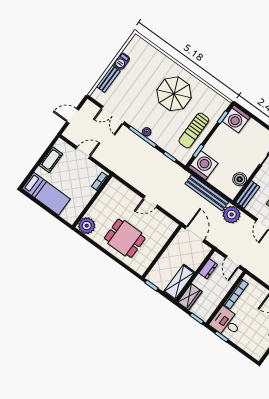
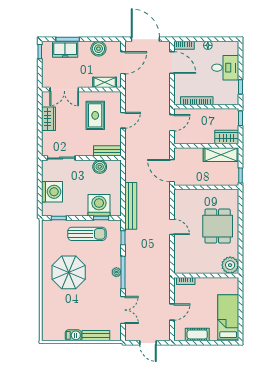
washing machine: (236, 119) -> (52, 192), moved
door: (83, 153) -> (172, 312), swing flipped
washing machine: (203, 165) -> (99, 205), moved, turned 90
bench: (207, 193) -> (131, 206), moved
plant: (232, 215) -> (134, 152), removed
door: (195, 234) -> (172, 171), hinge flipped
dresser: (208, 269) -> (193, 139), removed
desk: (226, 323) -> (225, 68), moved, turned -90

